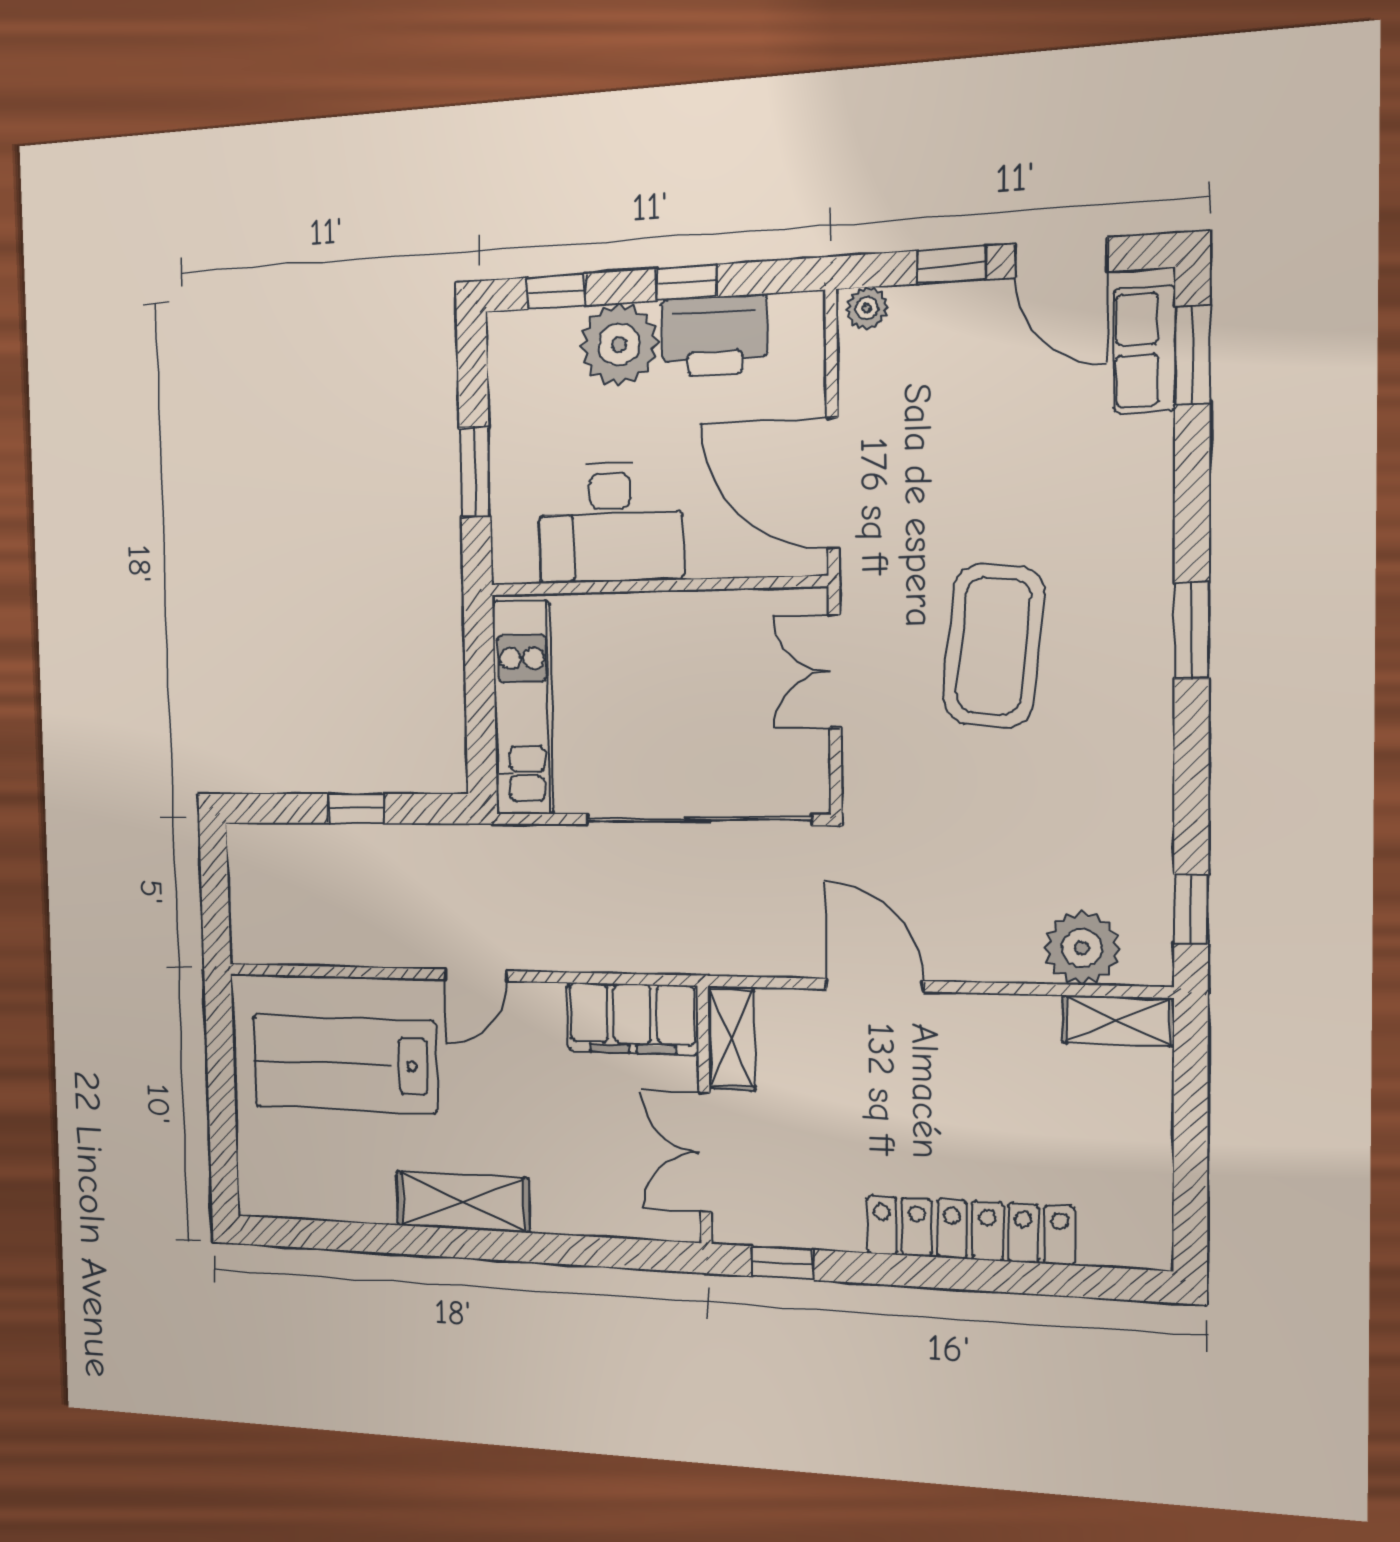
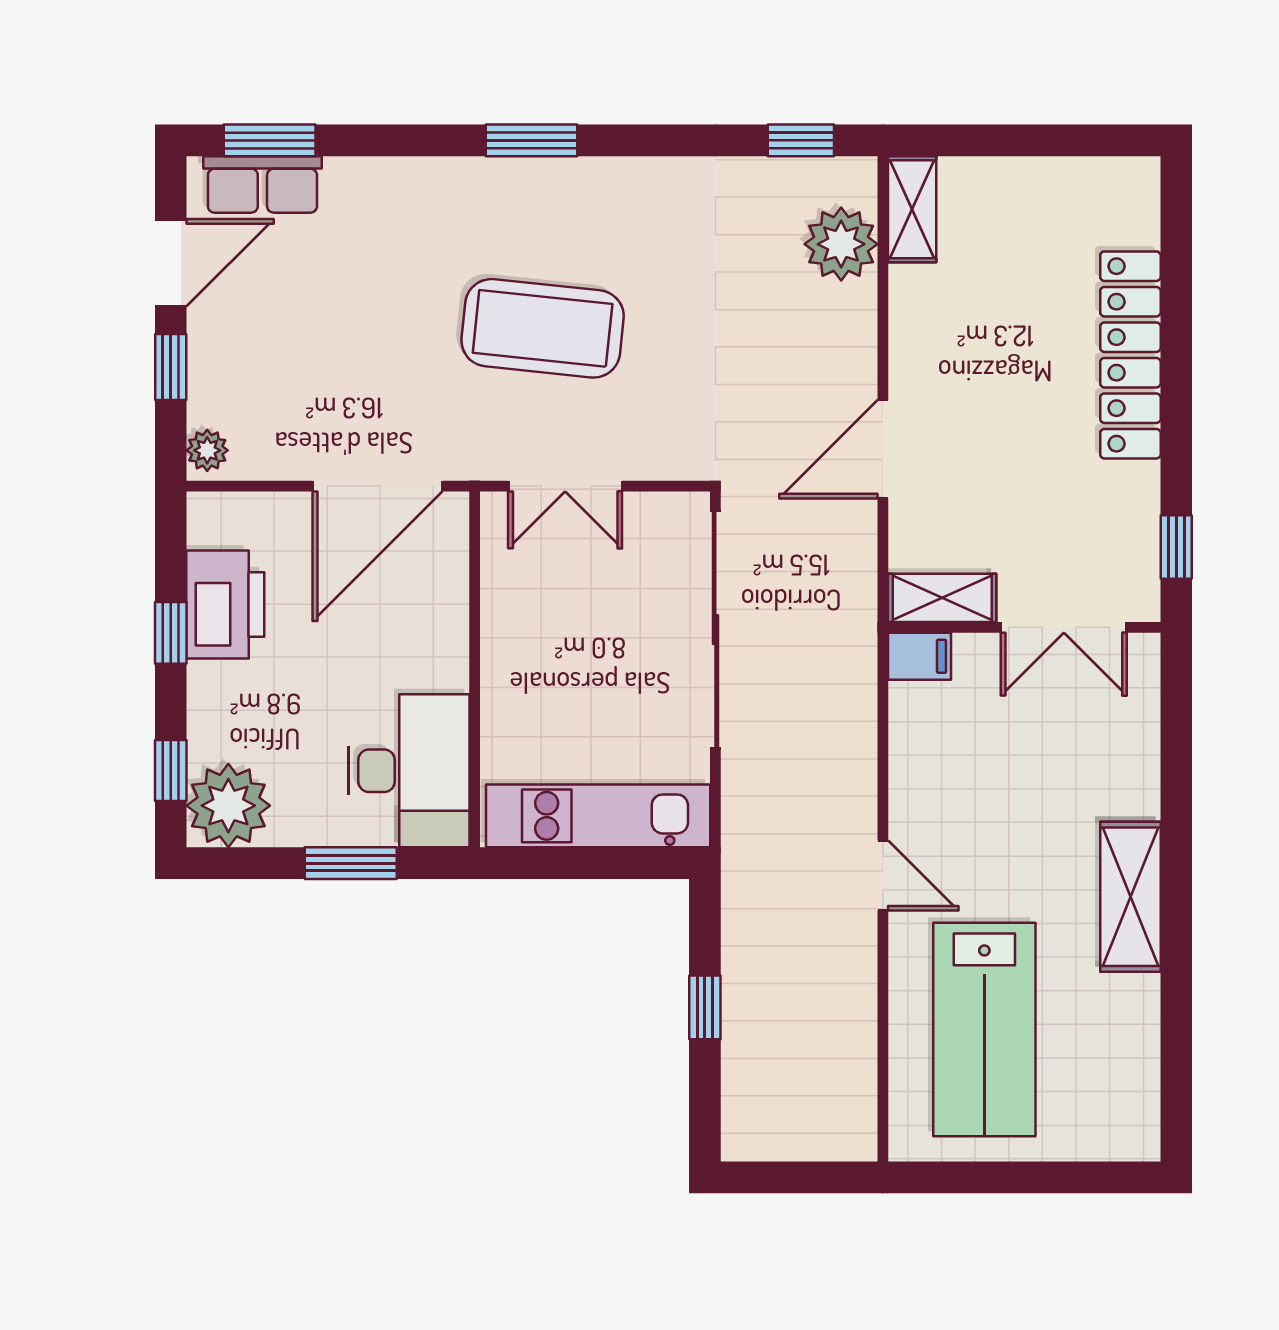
plant: (619, 345) -> (228, 806), moved
desk: (610, 523) -> (409, 771), moved
filing cabinet: (632, 1019) -> (920, 656), width x0.33, depth x0.86

